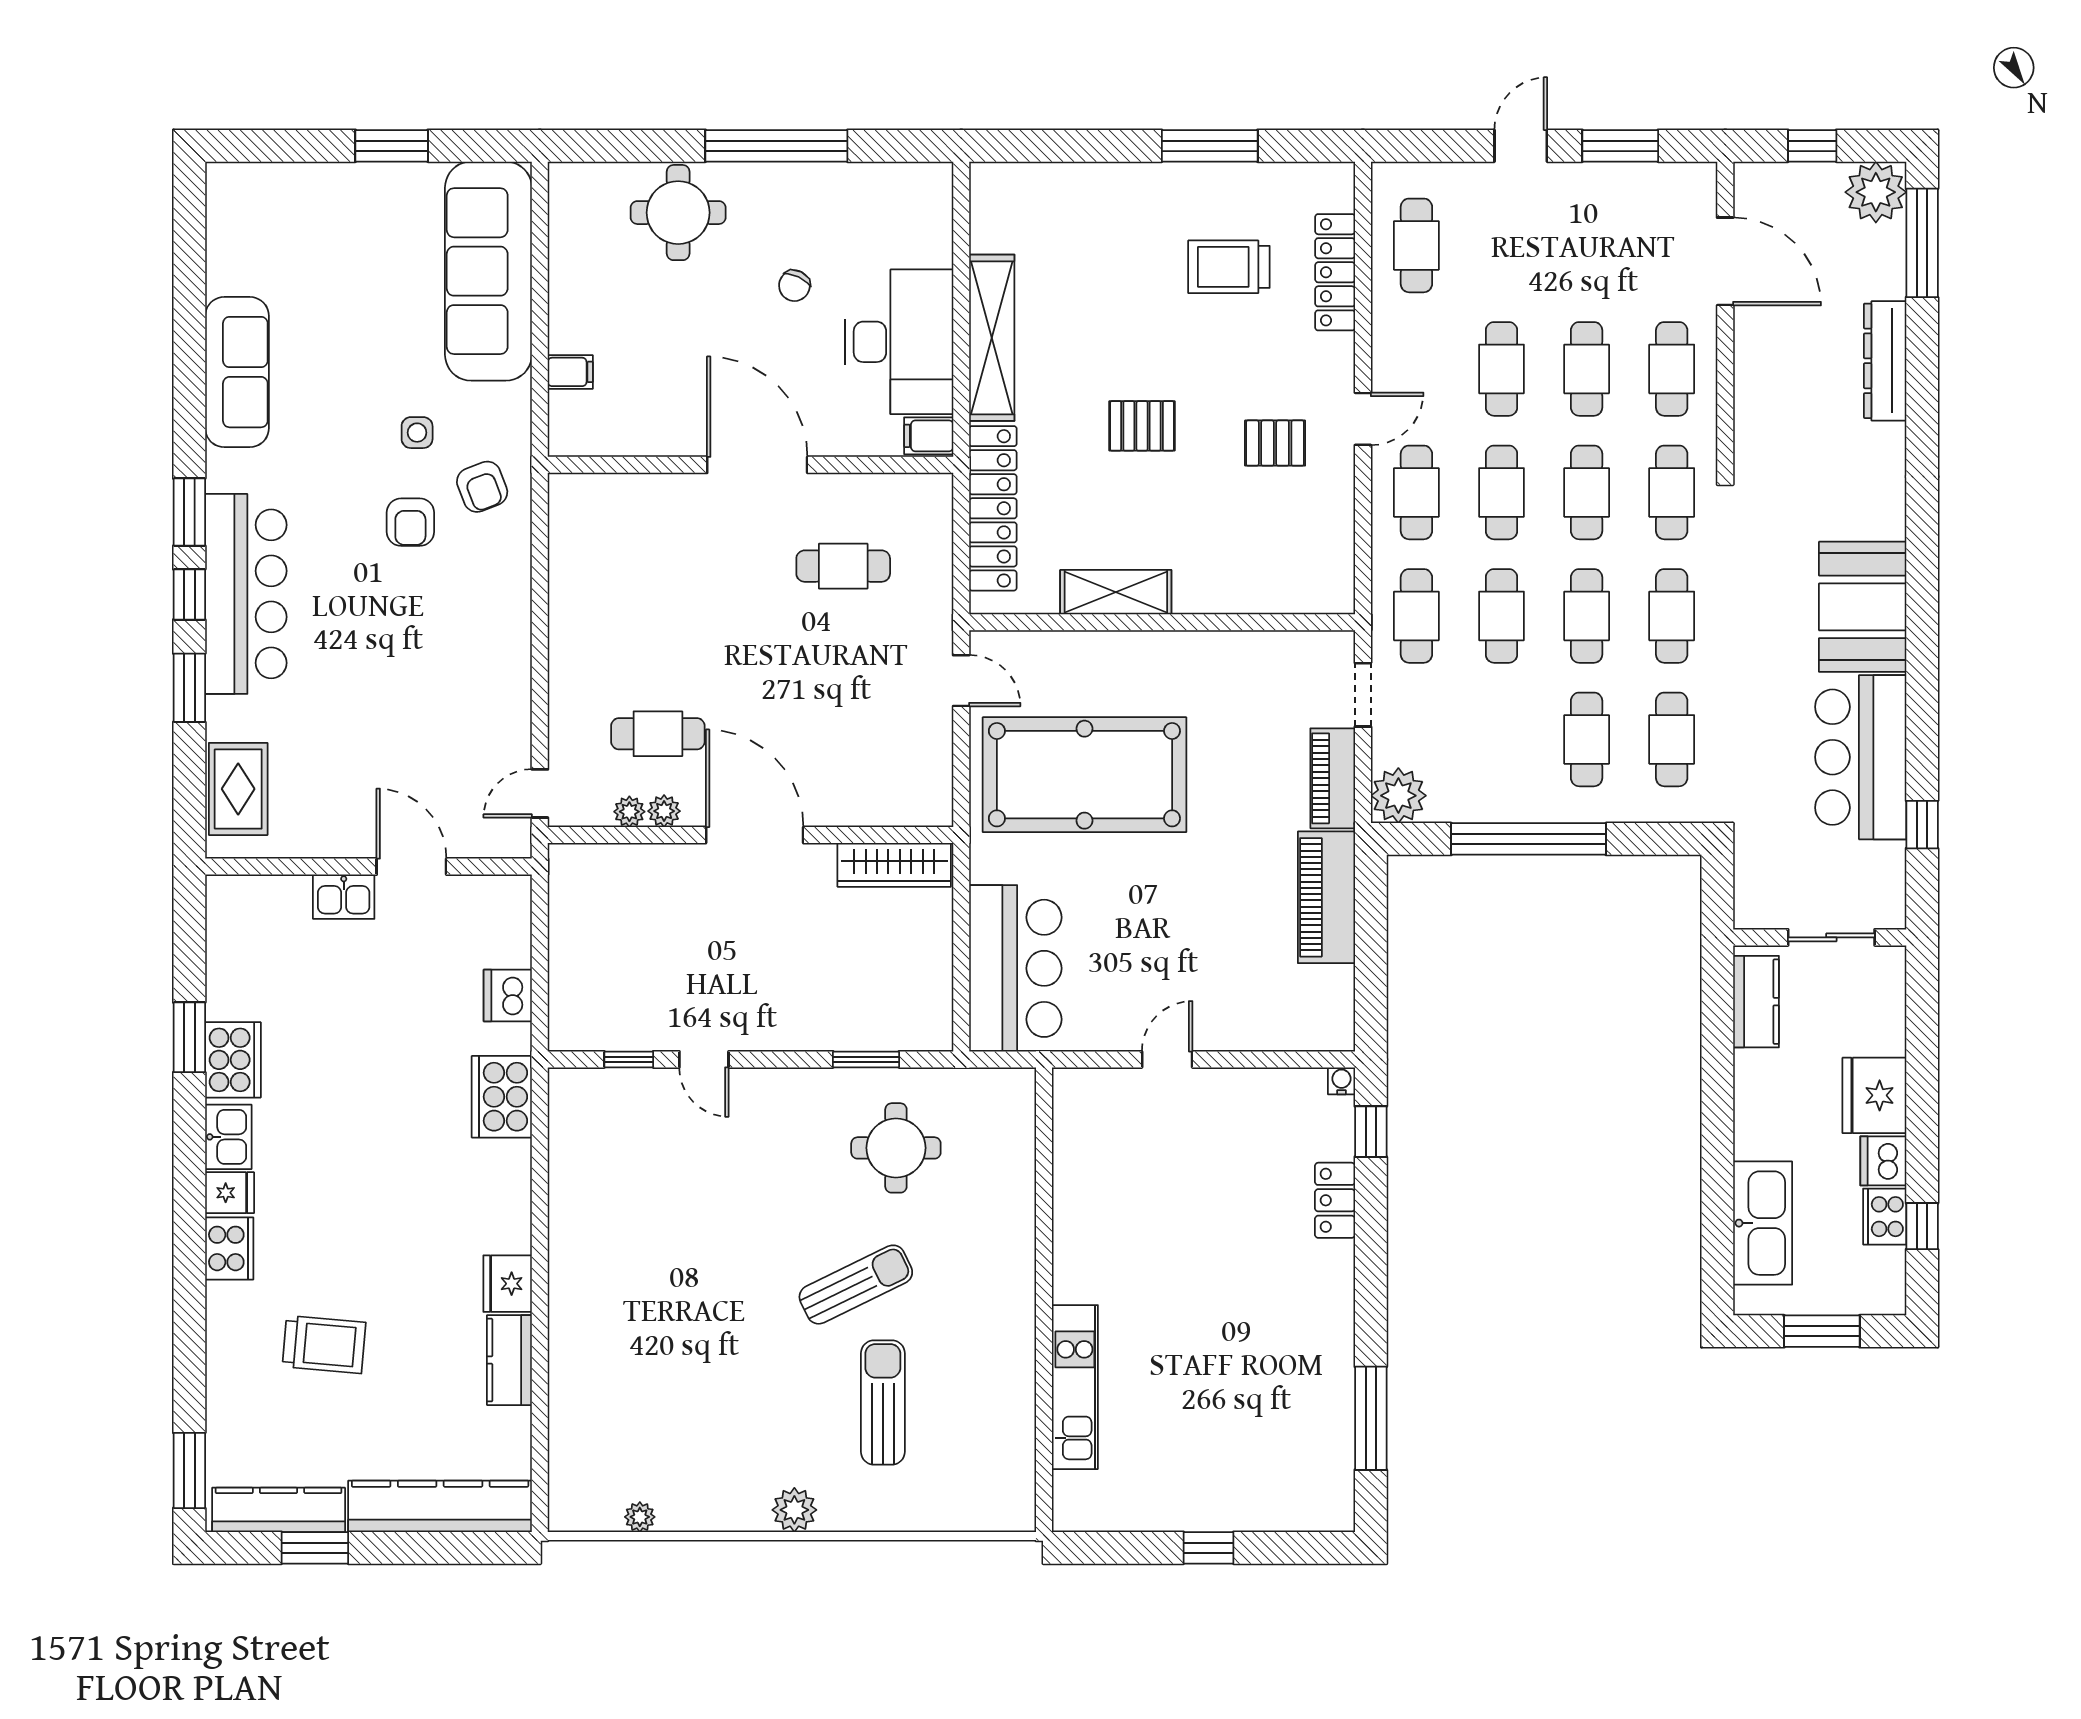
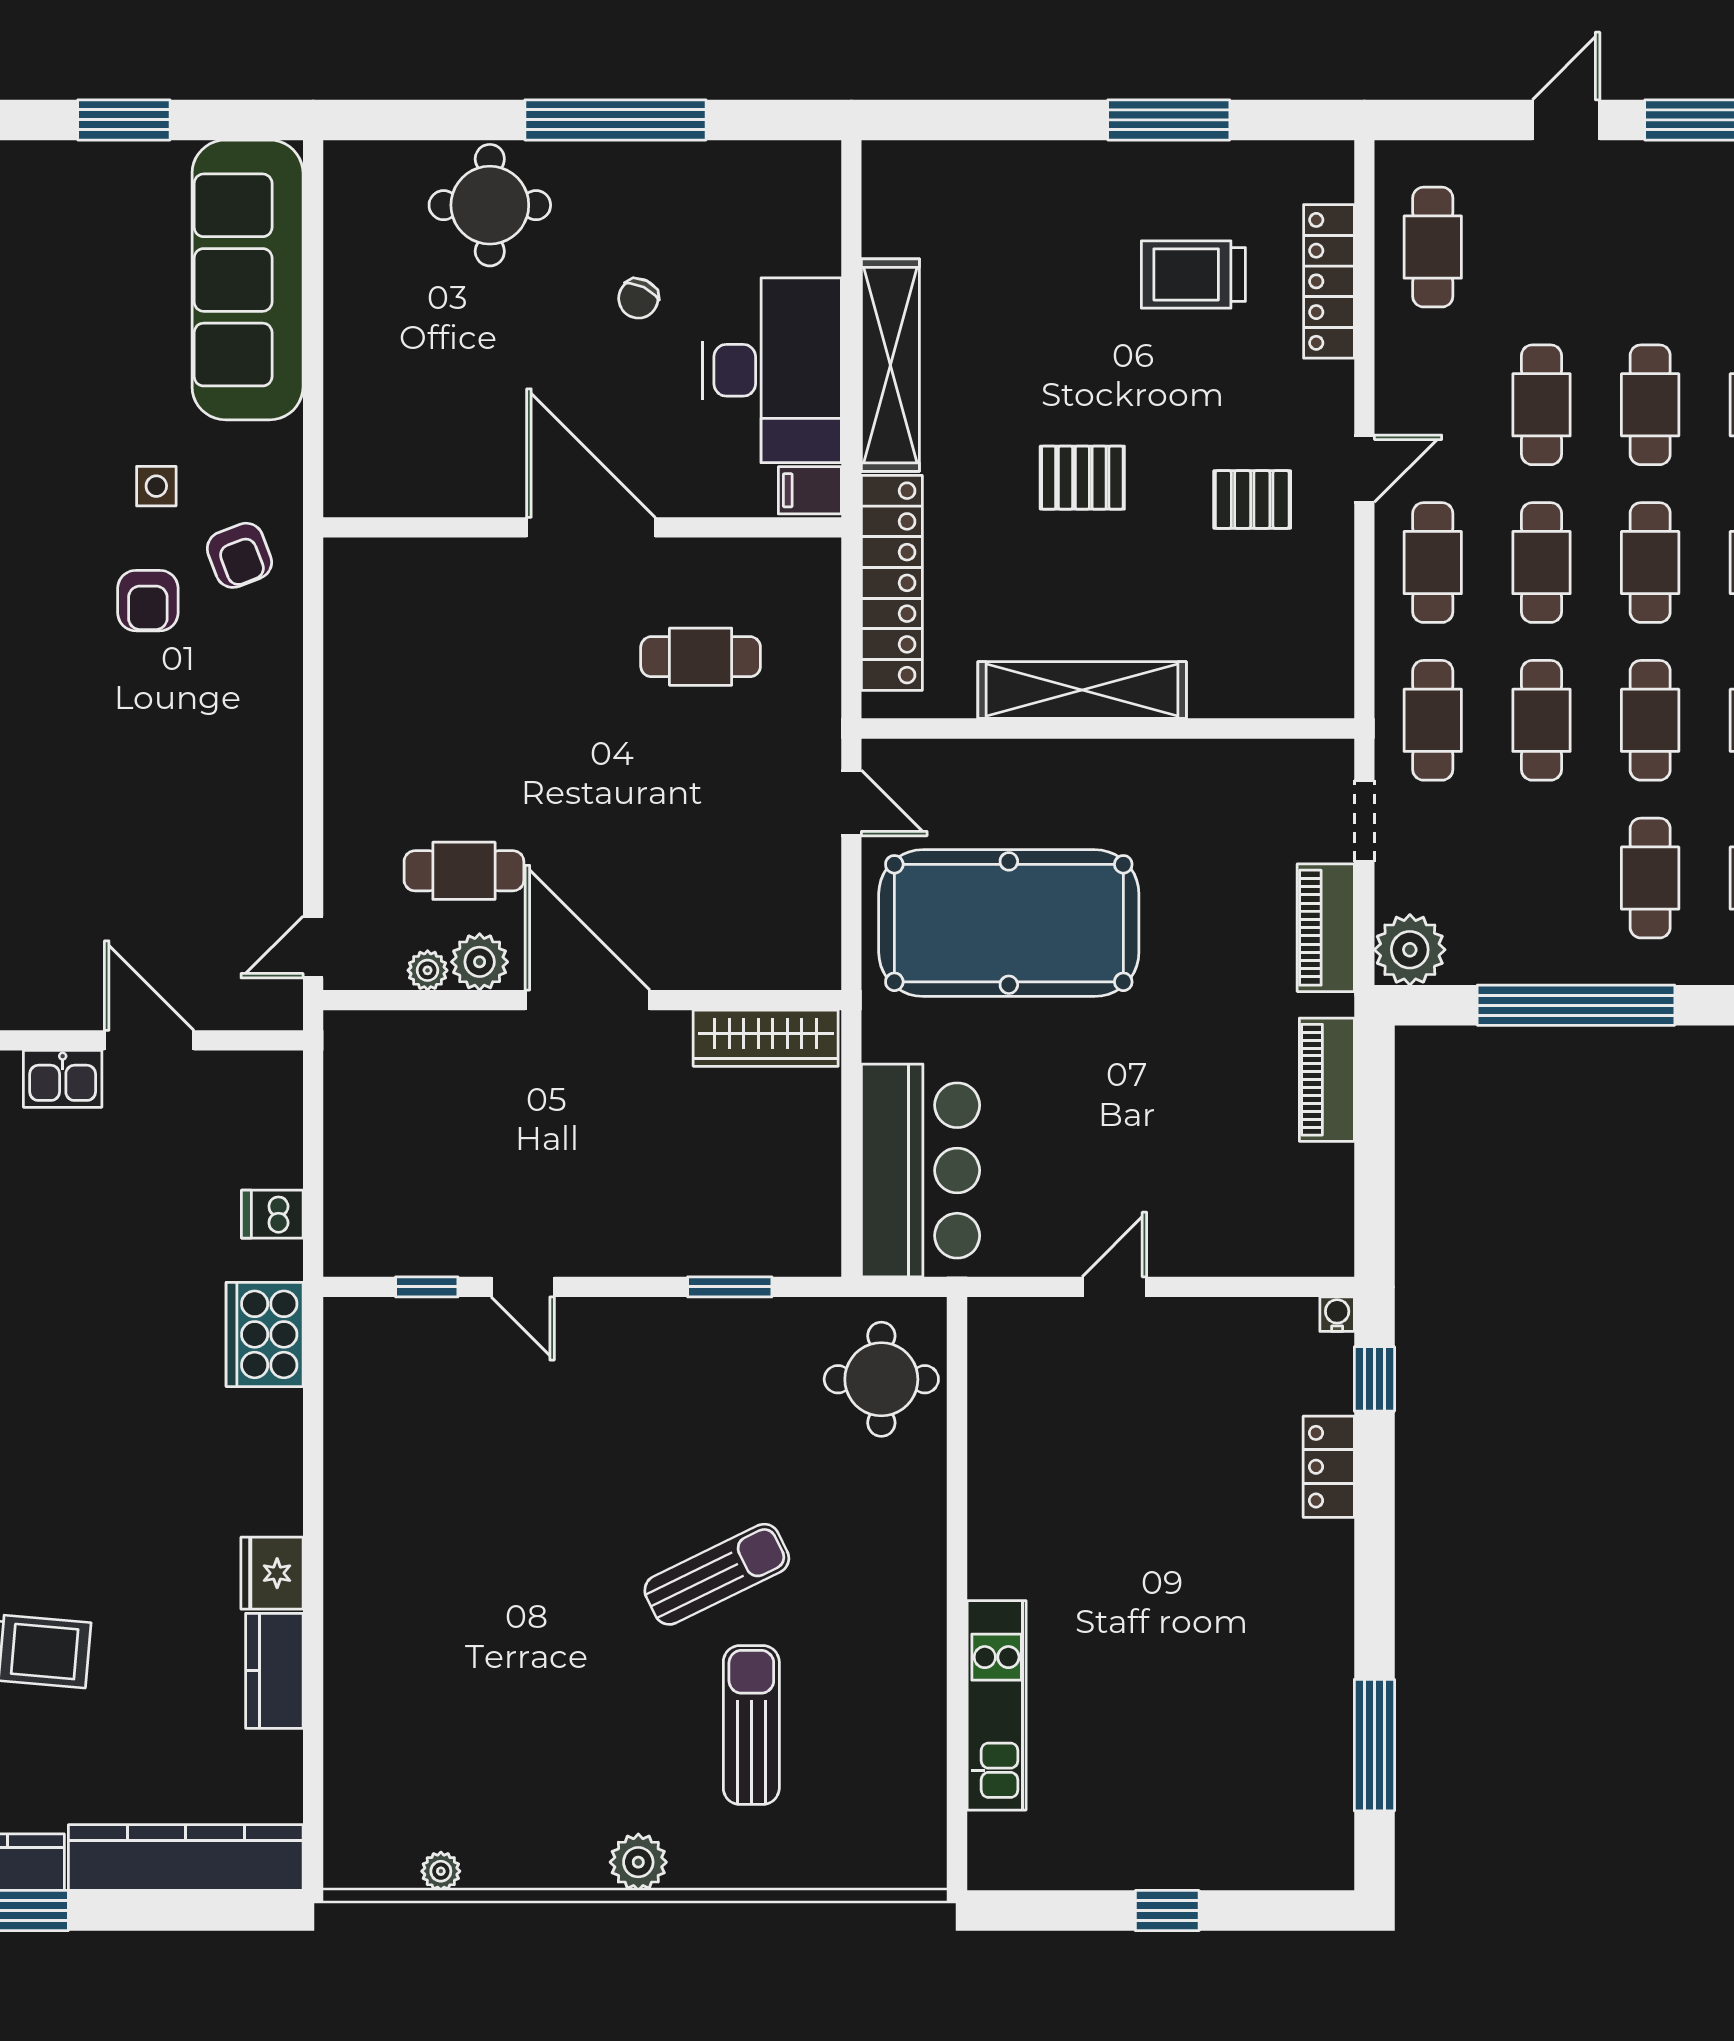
filing cabinet: (570, 372) -> (352, 409), removed
shelving: (1116, 592) -> (1082, 690), width x1.47
plant: (664, 811) -> (480, 962), width x1.38, depth x1.38
piano: (1326, 897) -> (1327, 1080), width x0.73, depth x0.75
dishwasher: (508, 995) -> (272, 1214), width x0.73
round table: (896, 1148) -> (881, 1379), moved

